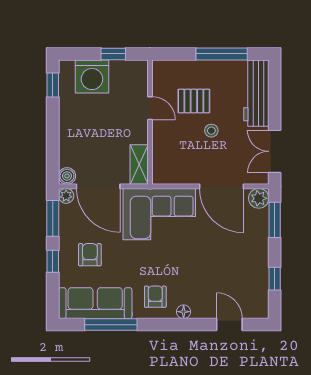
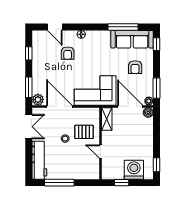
pallet: (194, 101) -> (84, 132), moved
window: (53, 261) -> (156, 44), moved
armchair: (155, 297) -> (68, 53), moved

